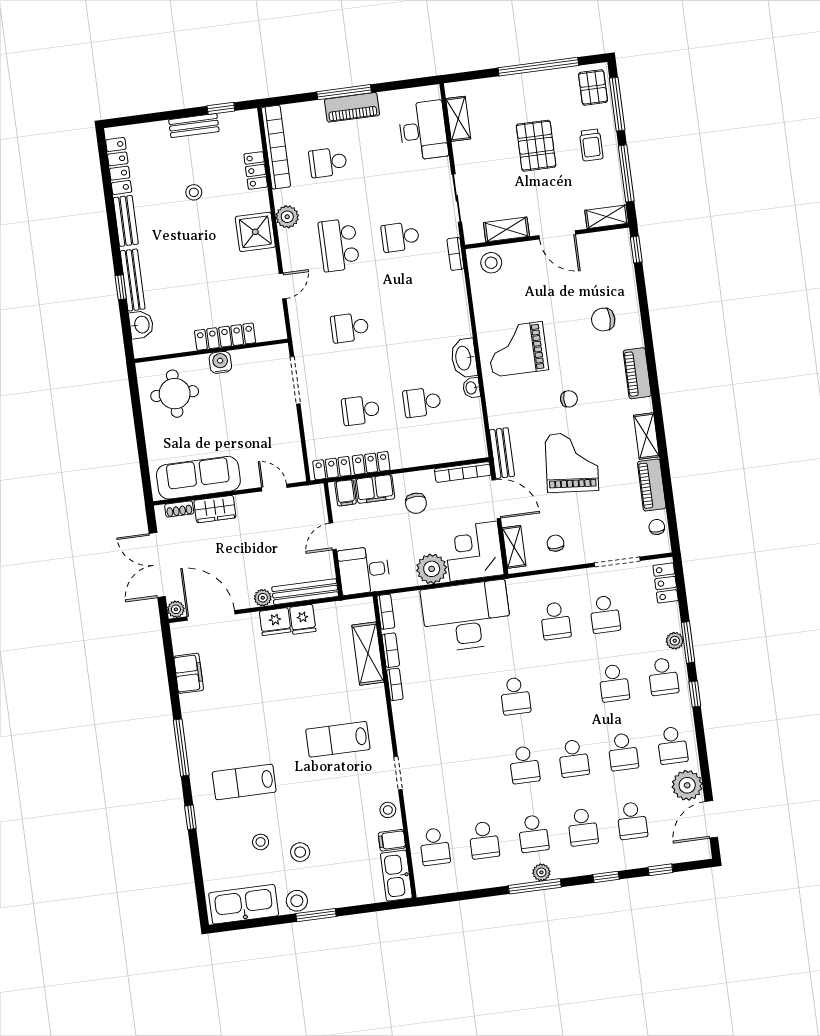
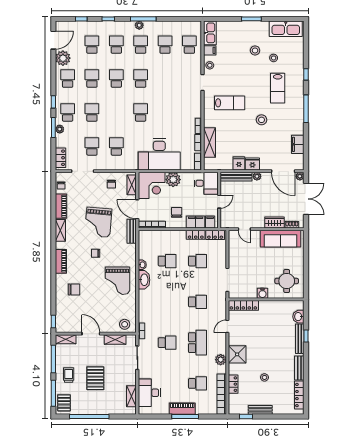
locker: (225, 337) -> (243, 305), moved
grand piano: (517, 349) -> (117, 281), turned 90
lab bench: (244, 782) -> (278, 88), turned 90
stool: (297, 901) -> (262, 120), moved

